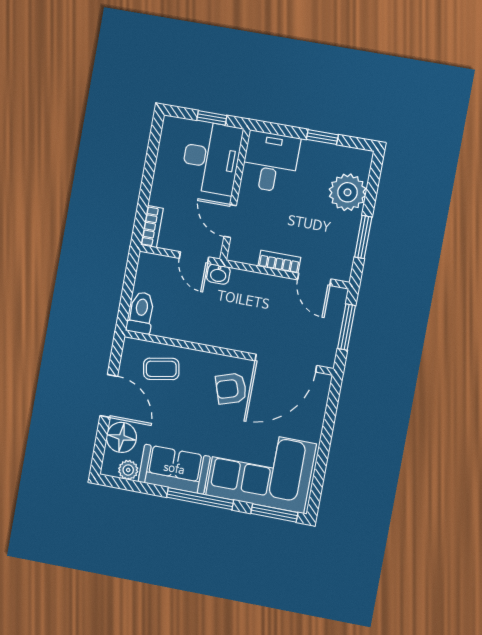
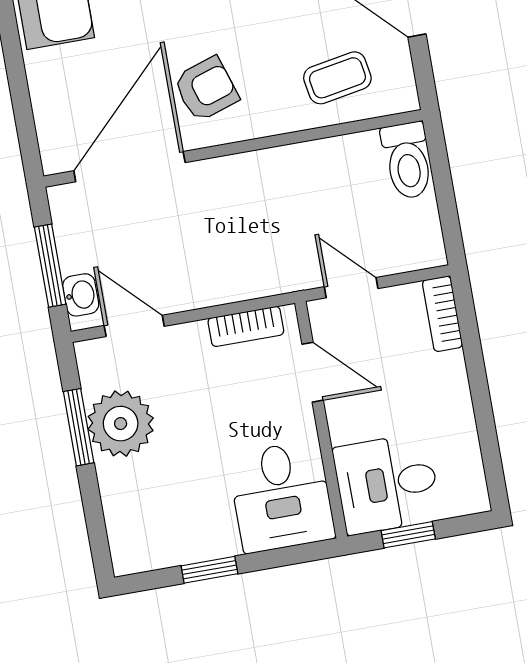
desk: (211, 158) -> (387, 484), width x0.73
plant: (348, 192) -> (121, 424), moved
bookcase: (279, 262) -> (246, 326), moved
washbasin: (218, 274) -> (81, 295), moved, turned 90

